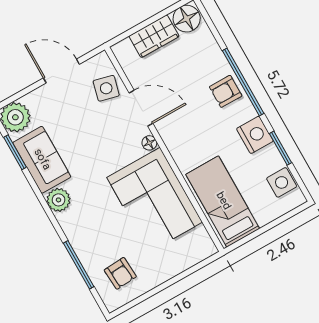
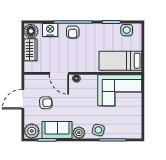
side table: (106, 88) -> (98, 130), moved
door: (141, 108) -> (59, 73), swing flipped
nightstand: (255, 135) -> (50, 30), moved
corner sofa: (155, 200) -> (120, 90), moved
armchair: (120, 273) -> (46, 103), moved

